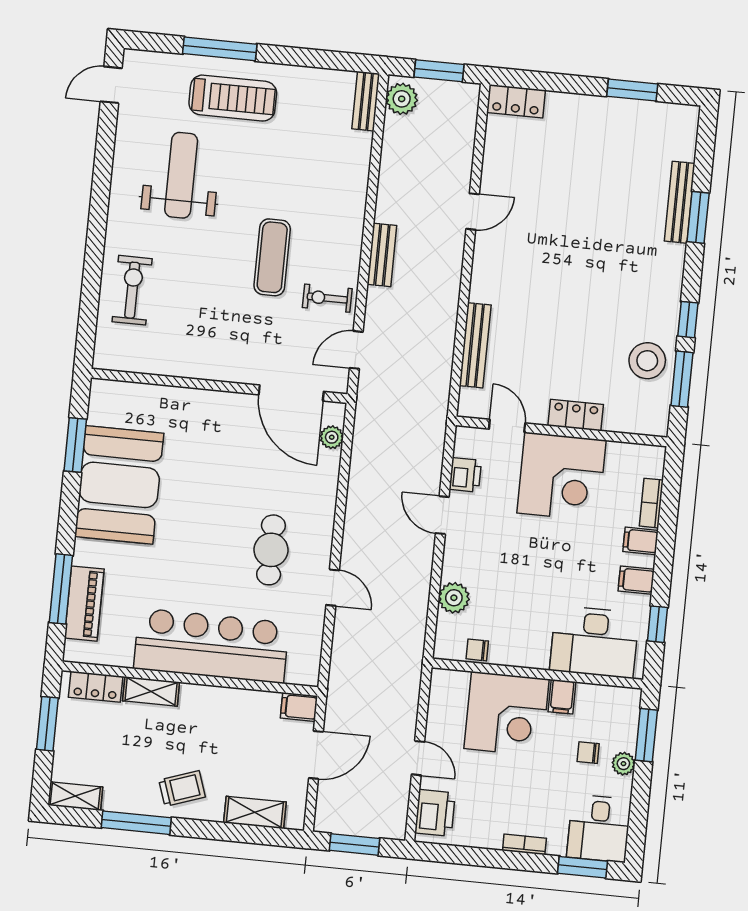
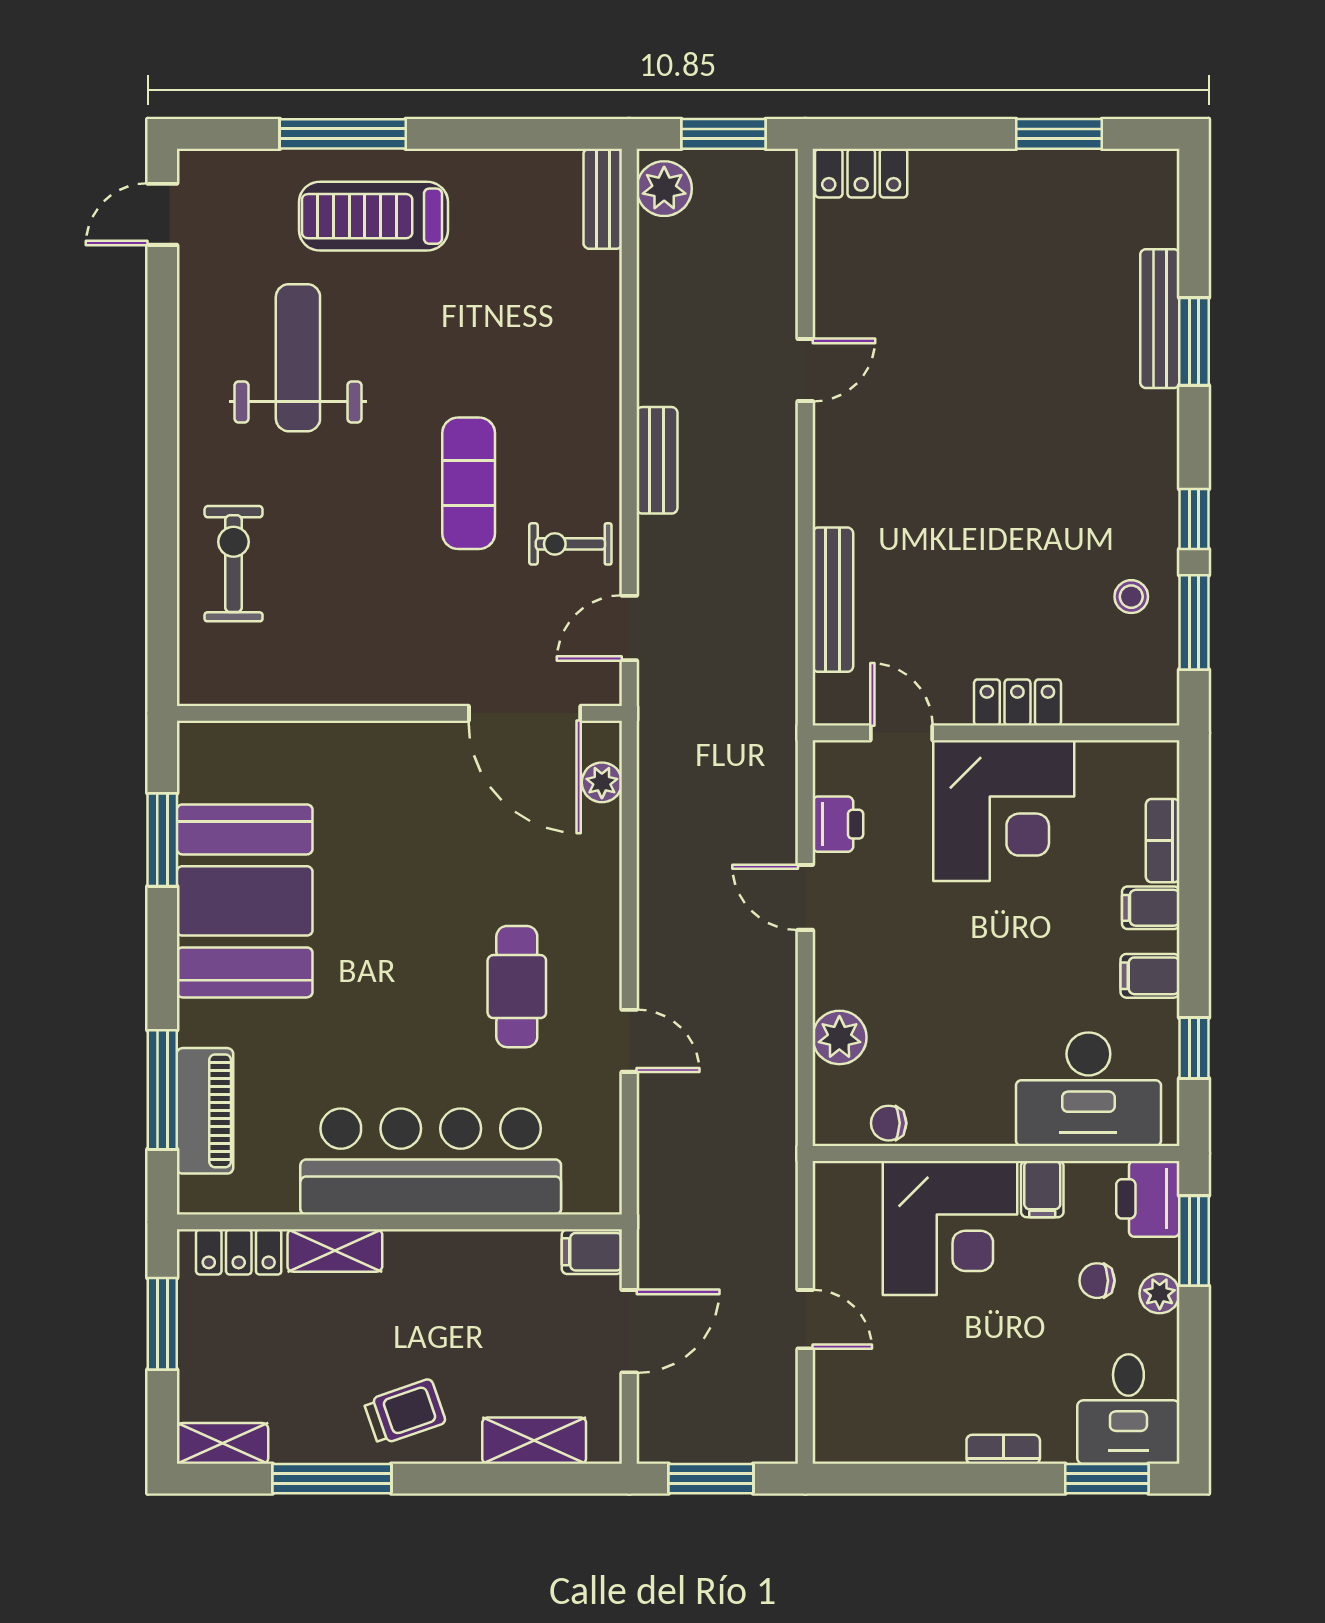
treadmill: (233, 98) -> (373, 216), turned 180
stool: (647, 361) -> (1131, 597), width x0.53, depth x0.53
printer: (435, 813) -> (1148, 1199), moved, turned 180

